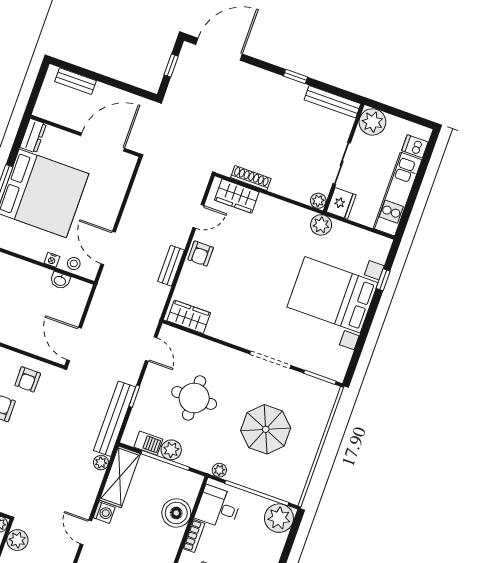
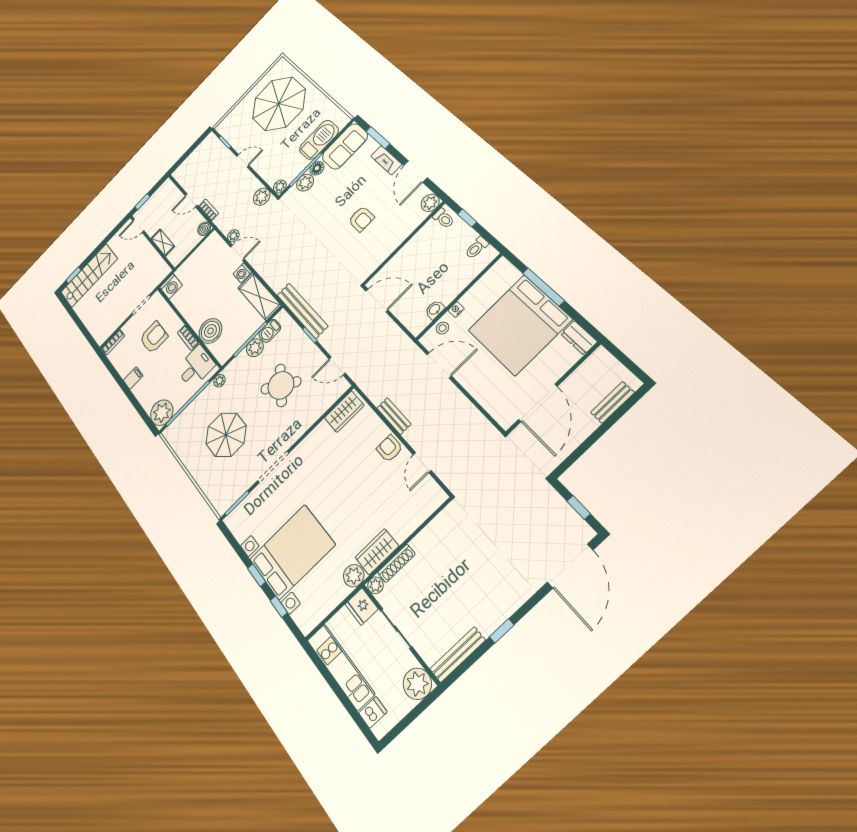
shoe rack: (251, 178) -> (396, 563), moved
wardrobe: (237, 196) -> (377, 552), moved
window: (370, 318) -> (257, 575), added
armchair: (28, 379) -> (371, 249), removed
round table: (194, 398) -> (281, 385), turned 35
plant: (101, 463) -> (233, 236), moved

